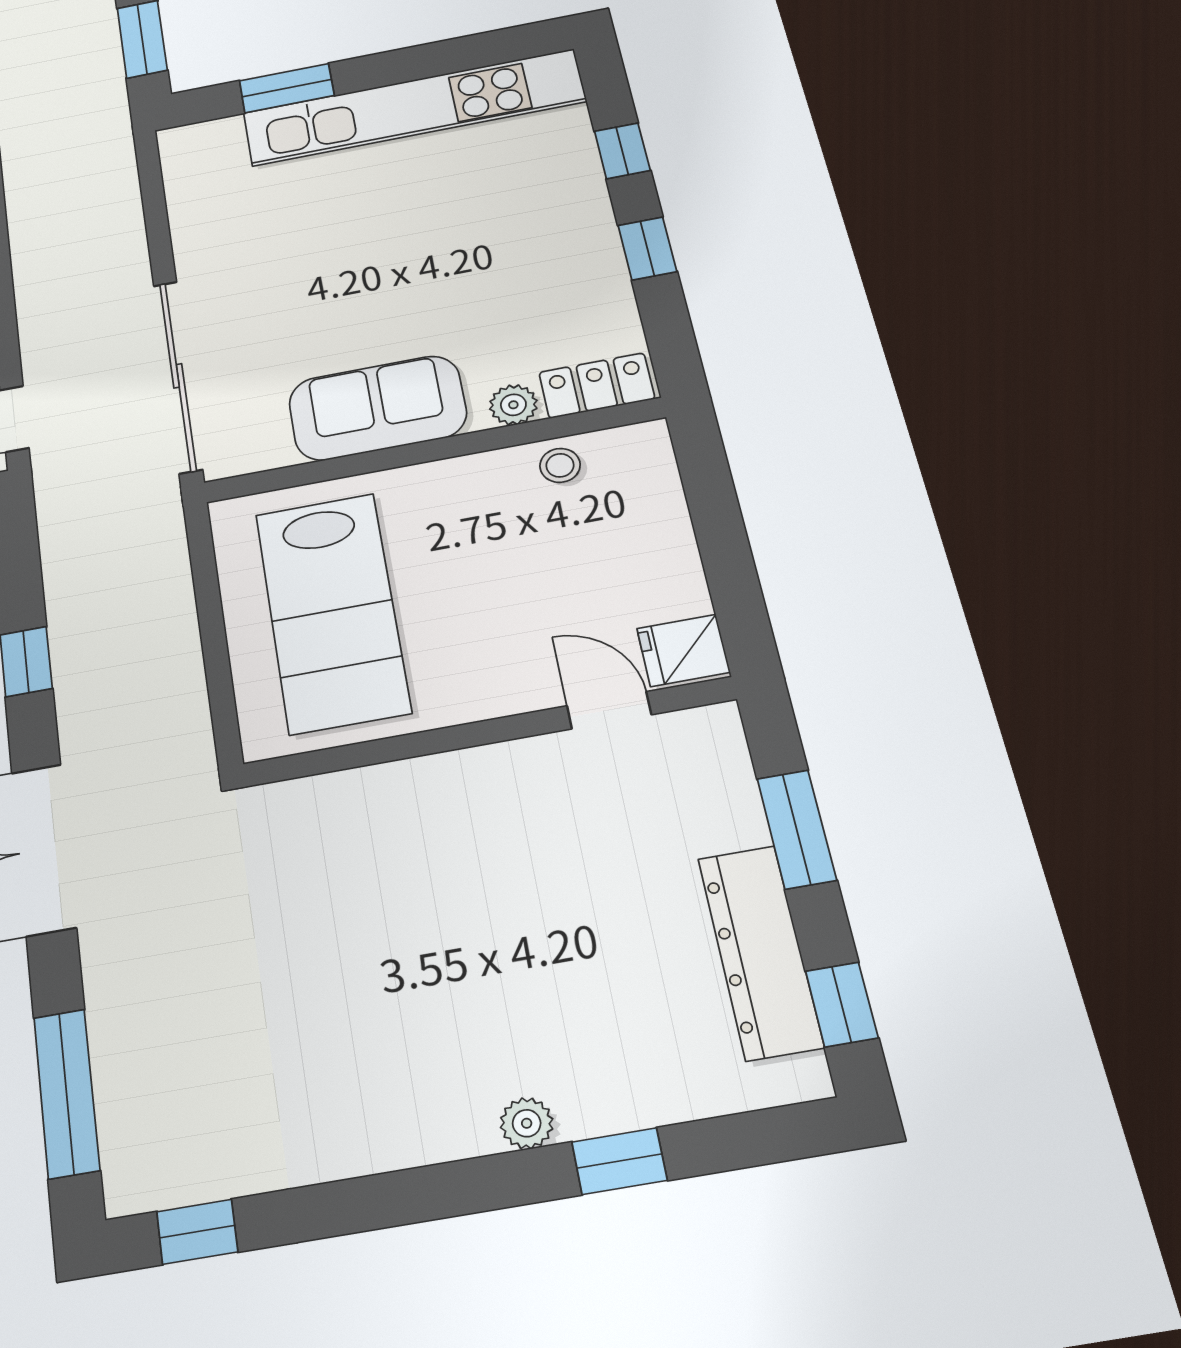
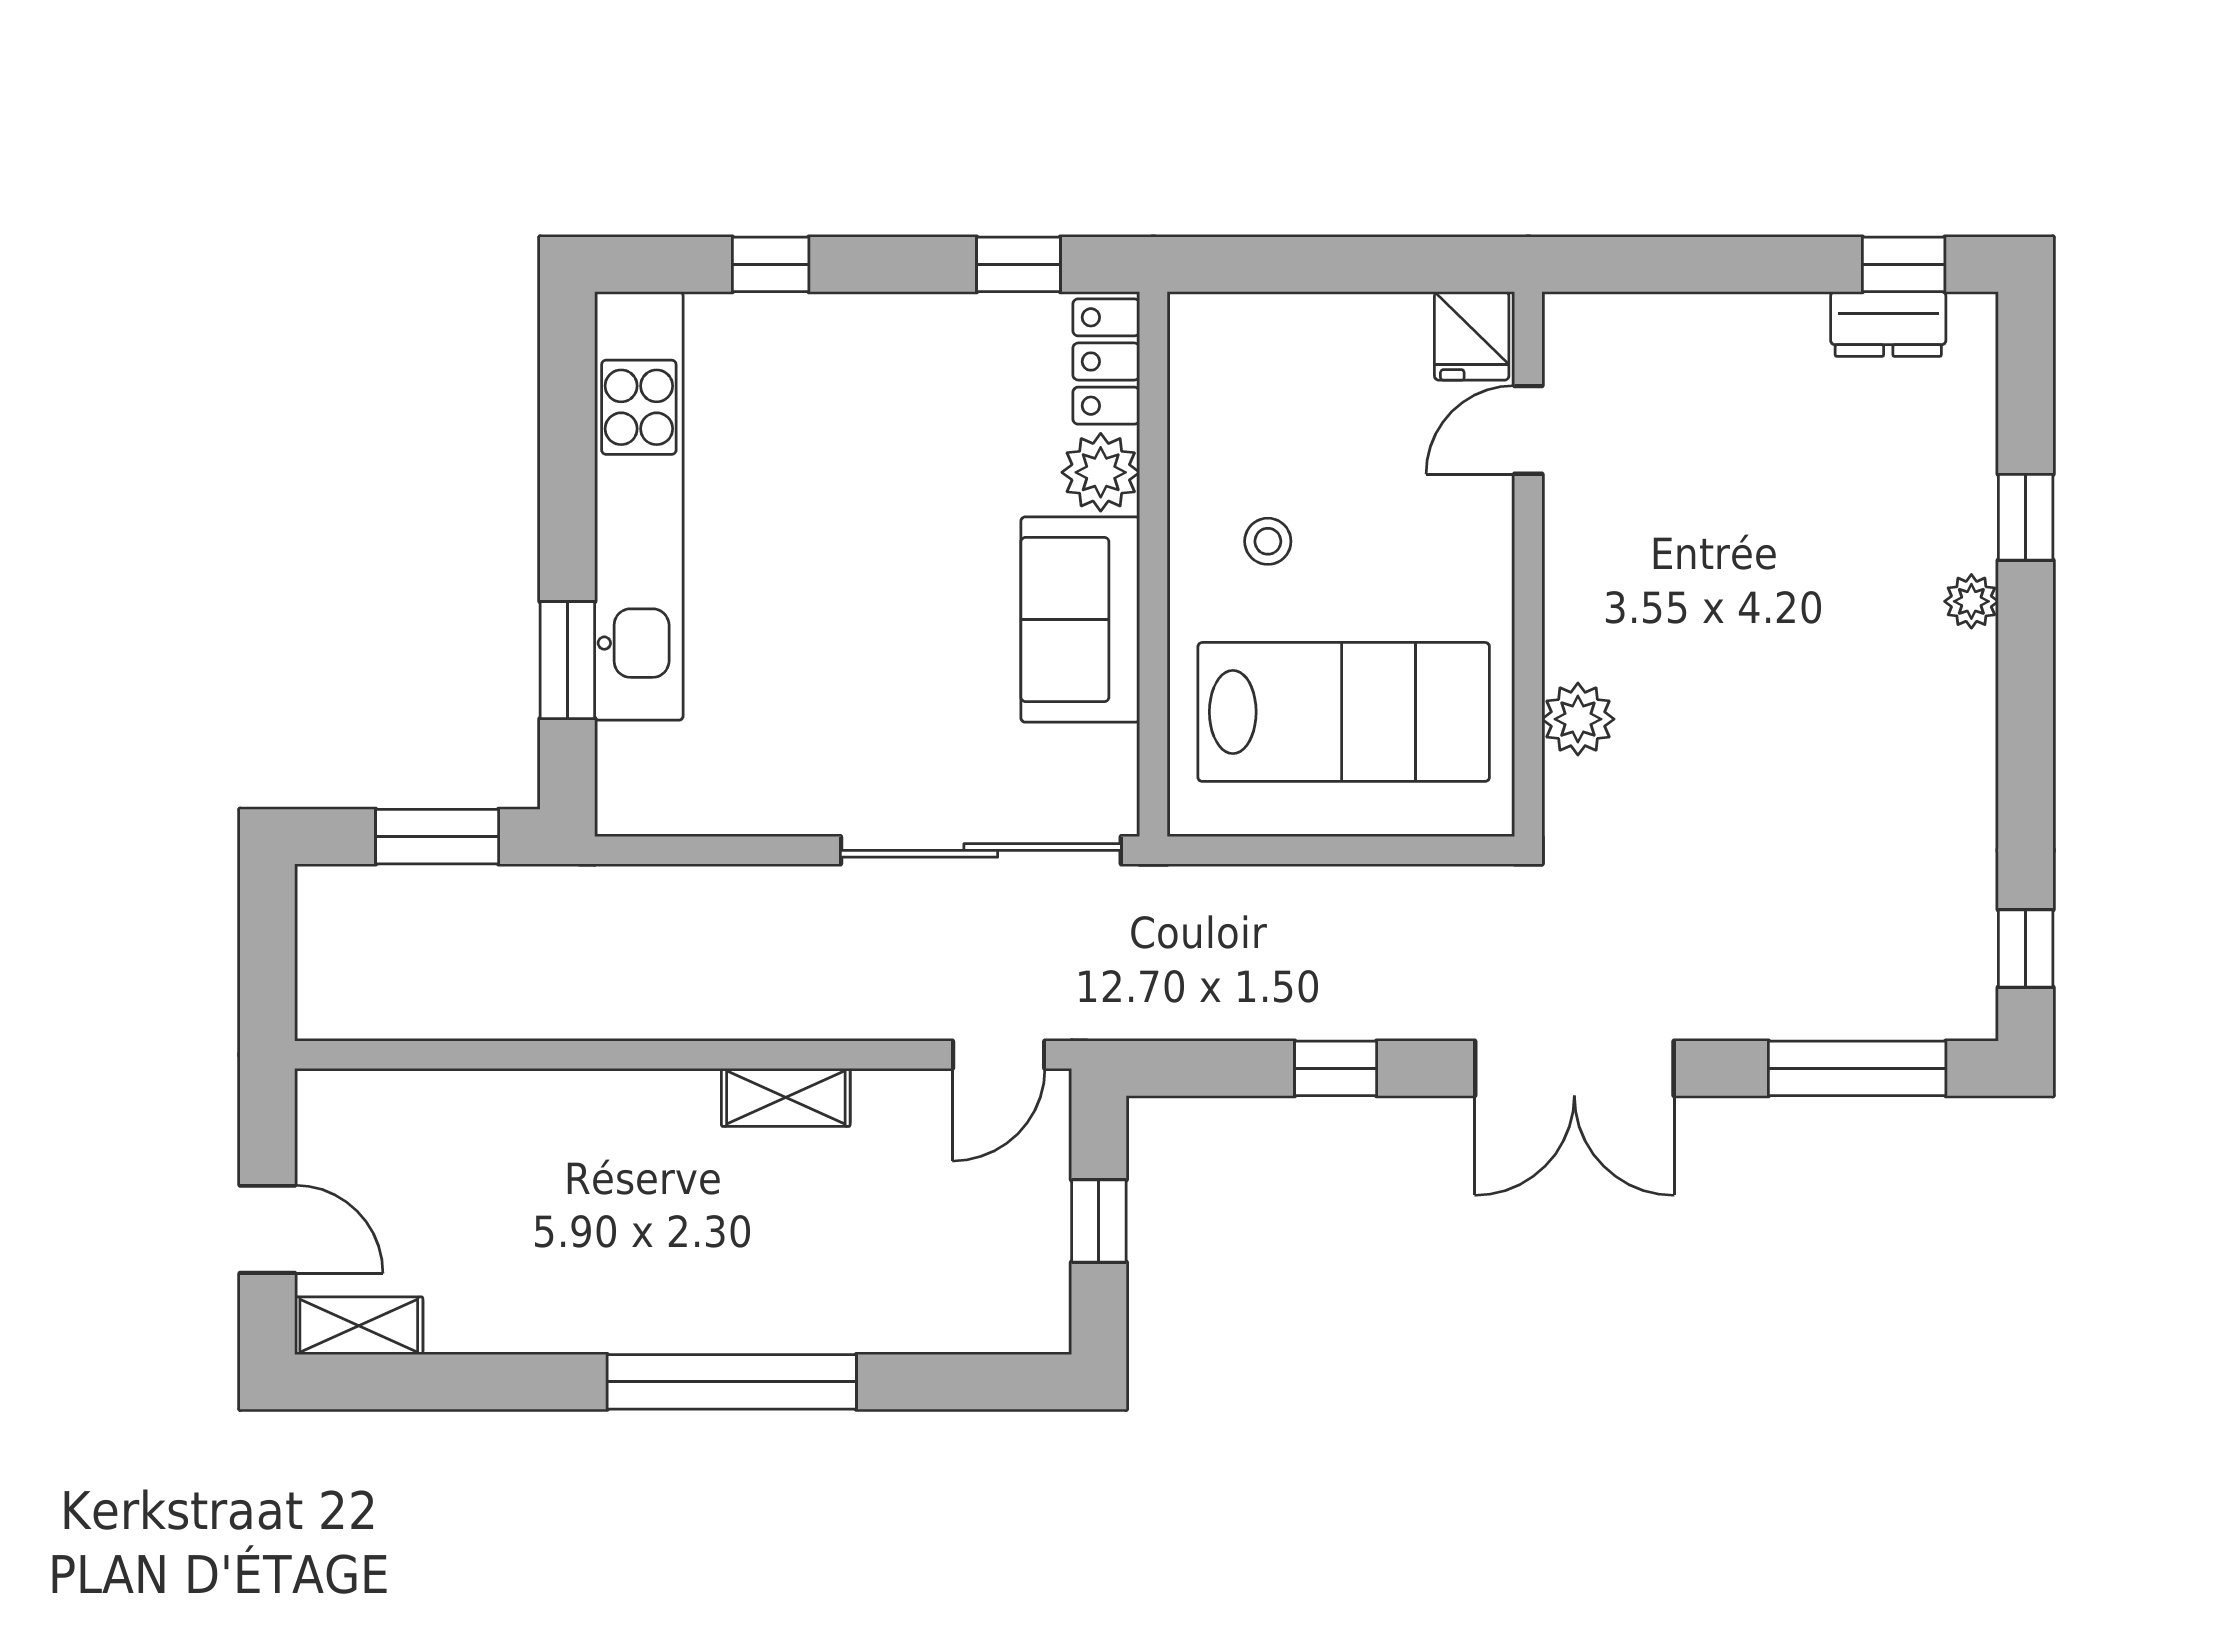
window: (647, 248) -> (1019, 264), moved
plant: (513, 405) -> (1101, 472), width x1.38, depth x1.38
stool: (560, 465) -> (1268, 541), moved
plant: (356, 797) -> (1578, 719), added
window: (797, 829) -> (1705, 264), removed
dresser: (760, 952) -> (1888, 324), width x0.51, depth x0.80

